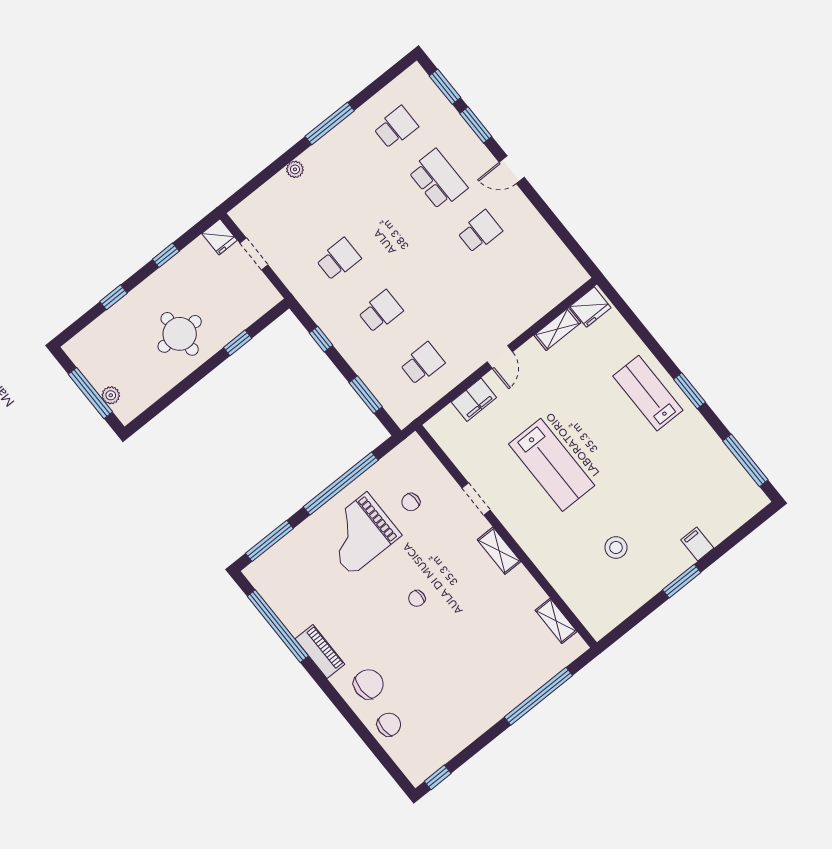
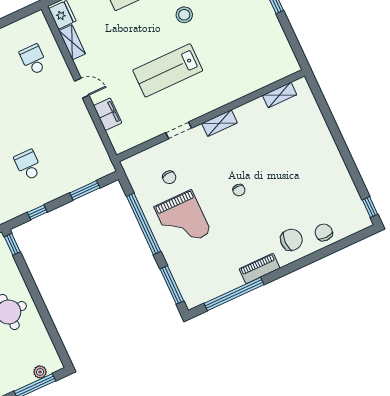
window: (238, 343) -> (12, 244), moved
school desk: (422, 364) -> (34, 60), moved
lab bench: (552, 465) -> (168, 70), turned 180
stool: (616, 548) -> (184, 15), moved
chair: (368, 684) -> (291, 240), turned 90
window: (538, 696) -> (330, 121), removed

